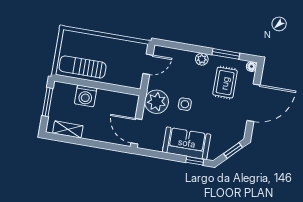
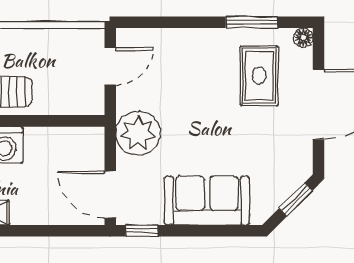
plant: (202, 59) -> (209, 40), removed
side table: (185, 104) -> (191, 129), removed
window: (195, 161) -> (142, 231), moved

